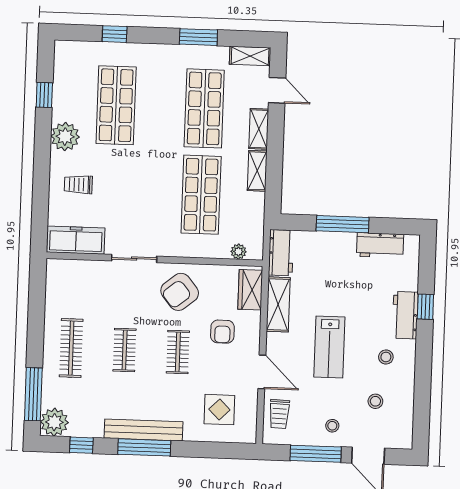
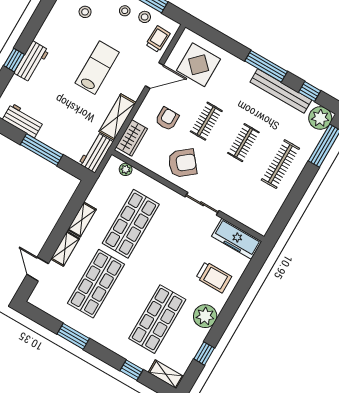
shelving: (250, 56) -> (166, 374), moved
trolley: (78, 185) -> (214, 277), width x1.36, depth x1.39
stool: (386, 357) -> (145, 17), moved
door: (262, 372) -> (154, 75), swing flipped
display table: (219, 410) -> (199, 65), width x1.36, depth x1.36
bench: (143, 430) -> (281, 91), moved

